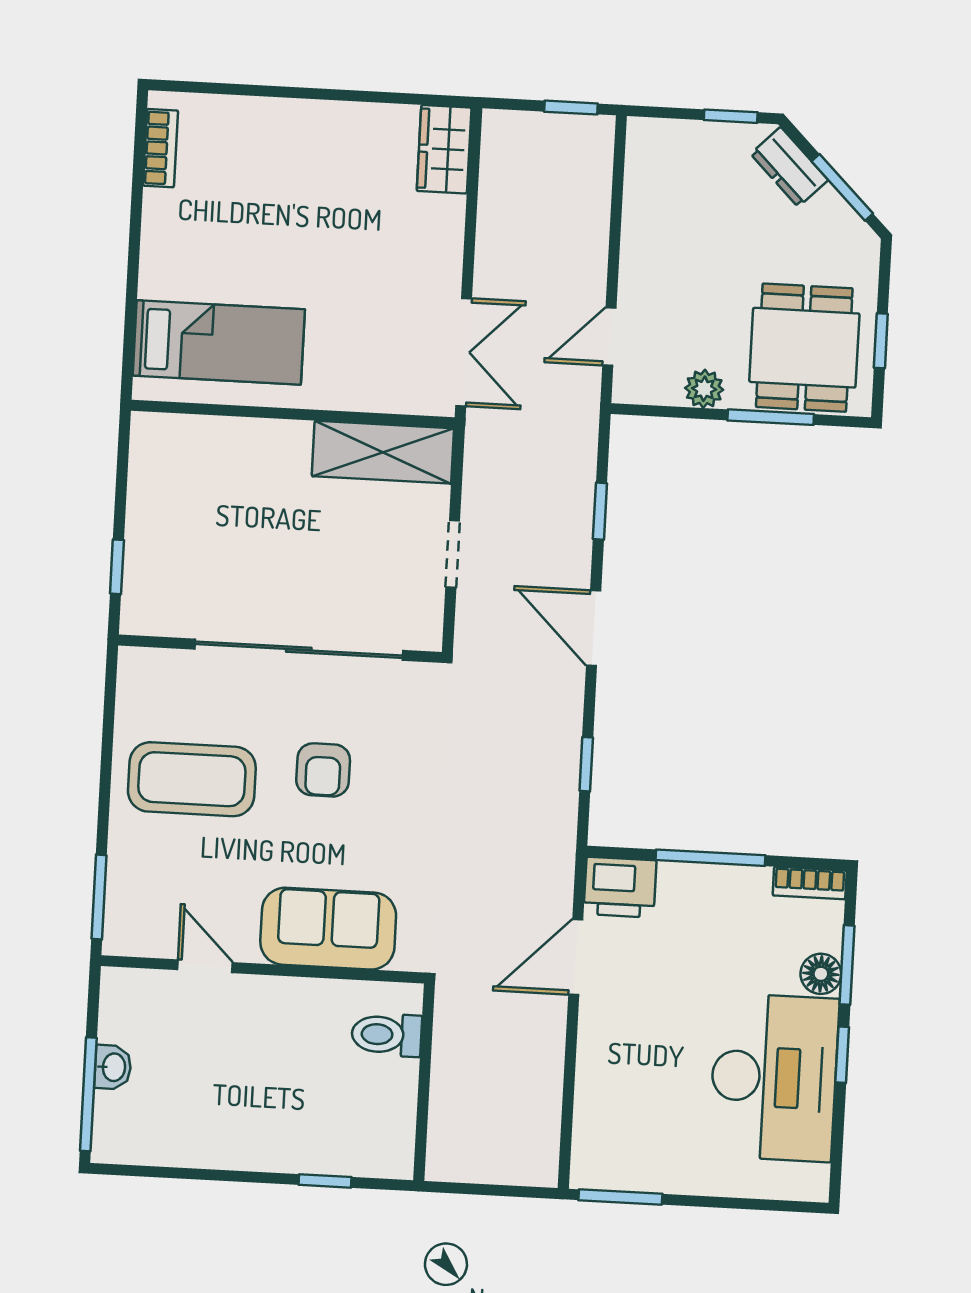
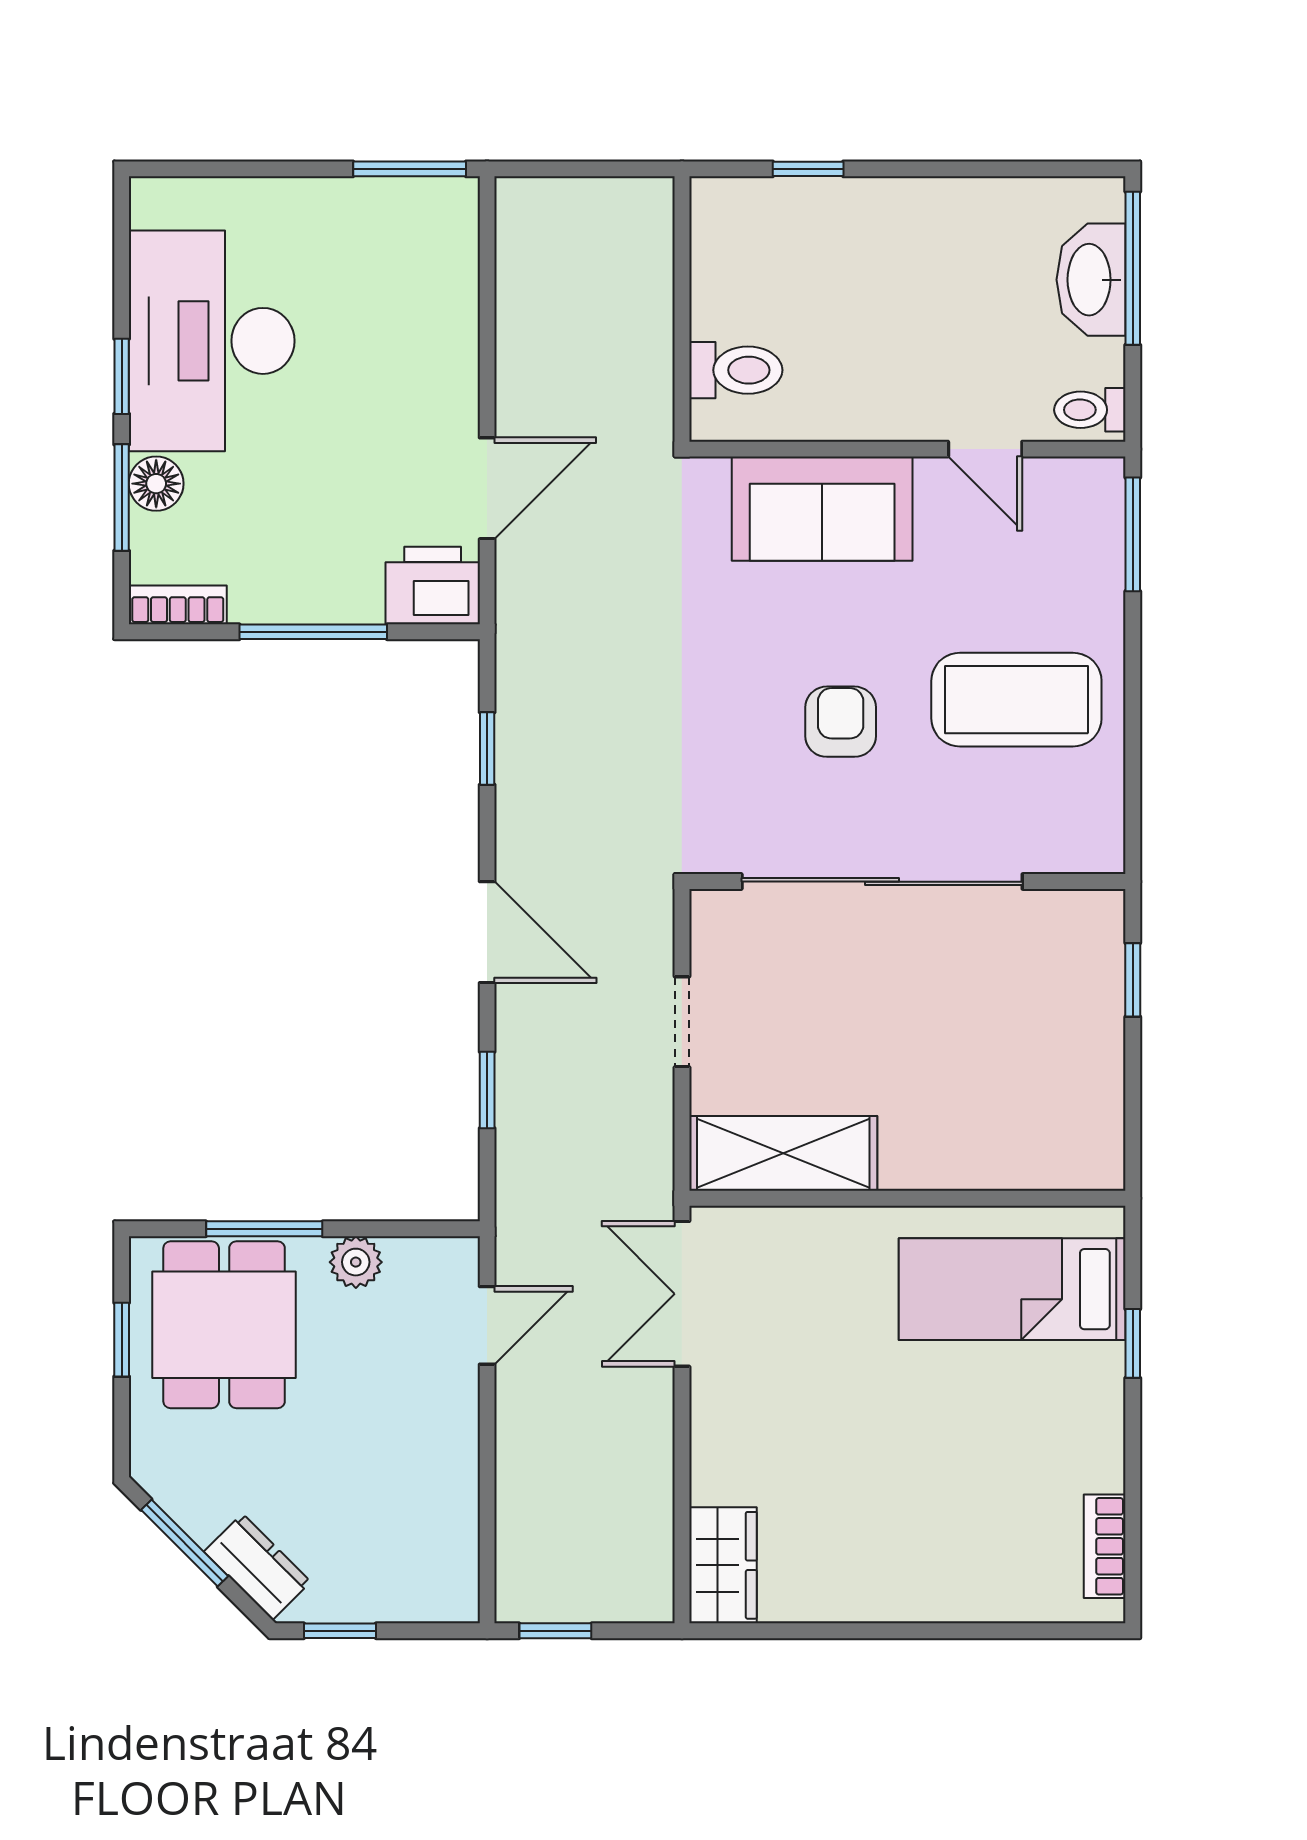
window: (132, 297) -> (1133, 1343), added
toilet: (126, 991) -> (1090, 410), added
washbasin: (113, 1067) -> (1091, 280), width x1.91, depth x1.45

